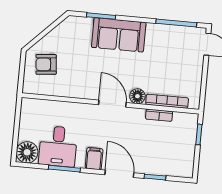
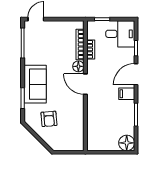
armchair: (46, 64) -> (49, 119), moved
door: (112, 104) -> (85, 84), hinge flipped
desk: (58, 146) -> (120, 34), moved

